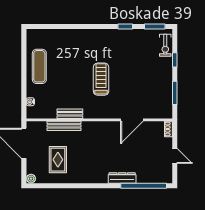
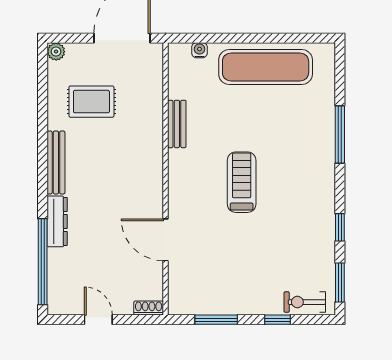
window: (76, 27) -> (340, 134), added
exercise mat: (39, 66) -> (266, 67), width x1.36, depth x1.45
treadmill: (101, 79) -> (242, 182), turned -90
bench: (64, 126) -> (56, 162), moved
door: (175, 156) -> (98, 320), swing flipped

